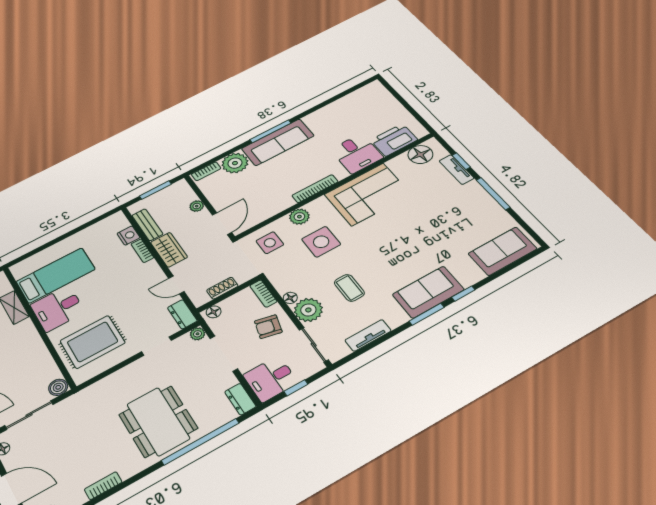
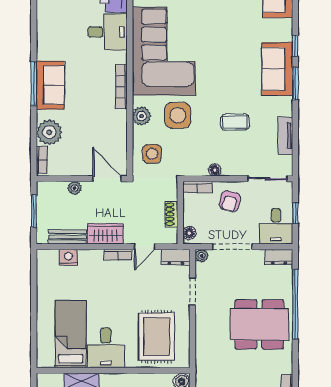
sofa: (278, 142) -> (50, 85), width x0.73
corner sofa: (368, 194) -> (164, 51), width x1.36, depth x1.36
bookcase: (142, 251) -> (118, 255), moved
plant: (308, 310) -> (235, 164), removed

